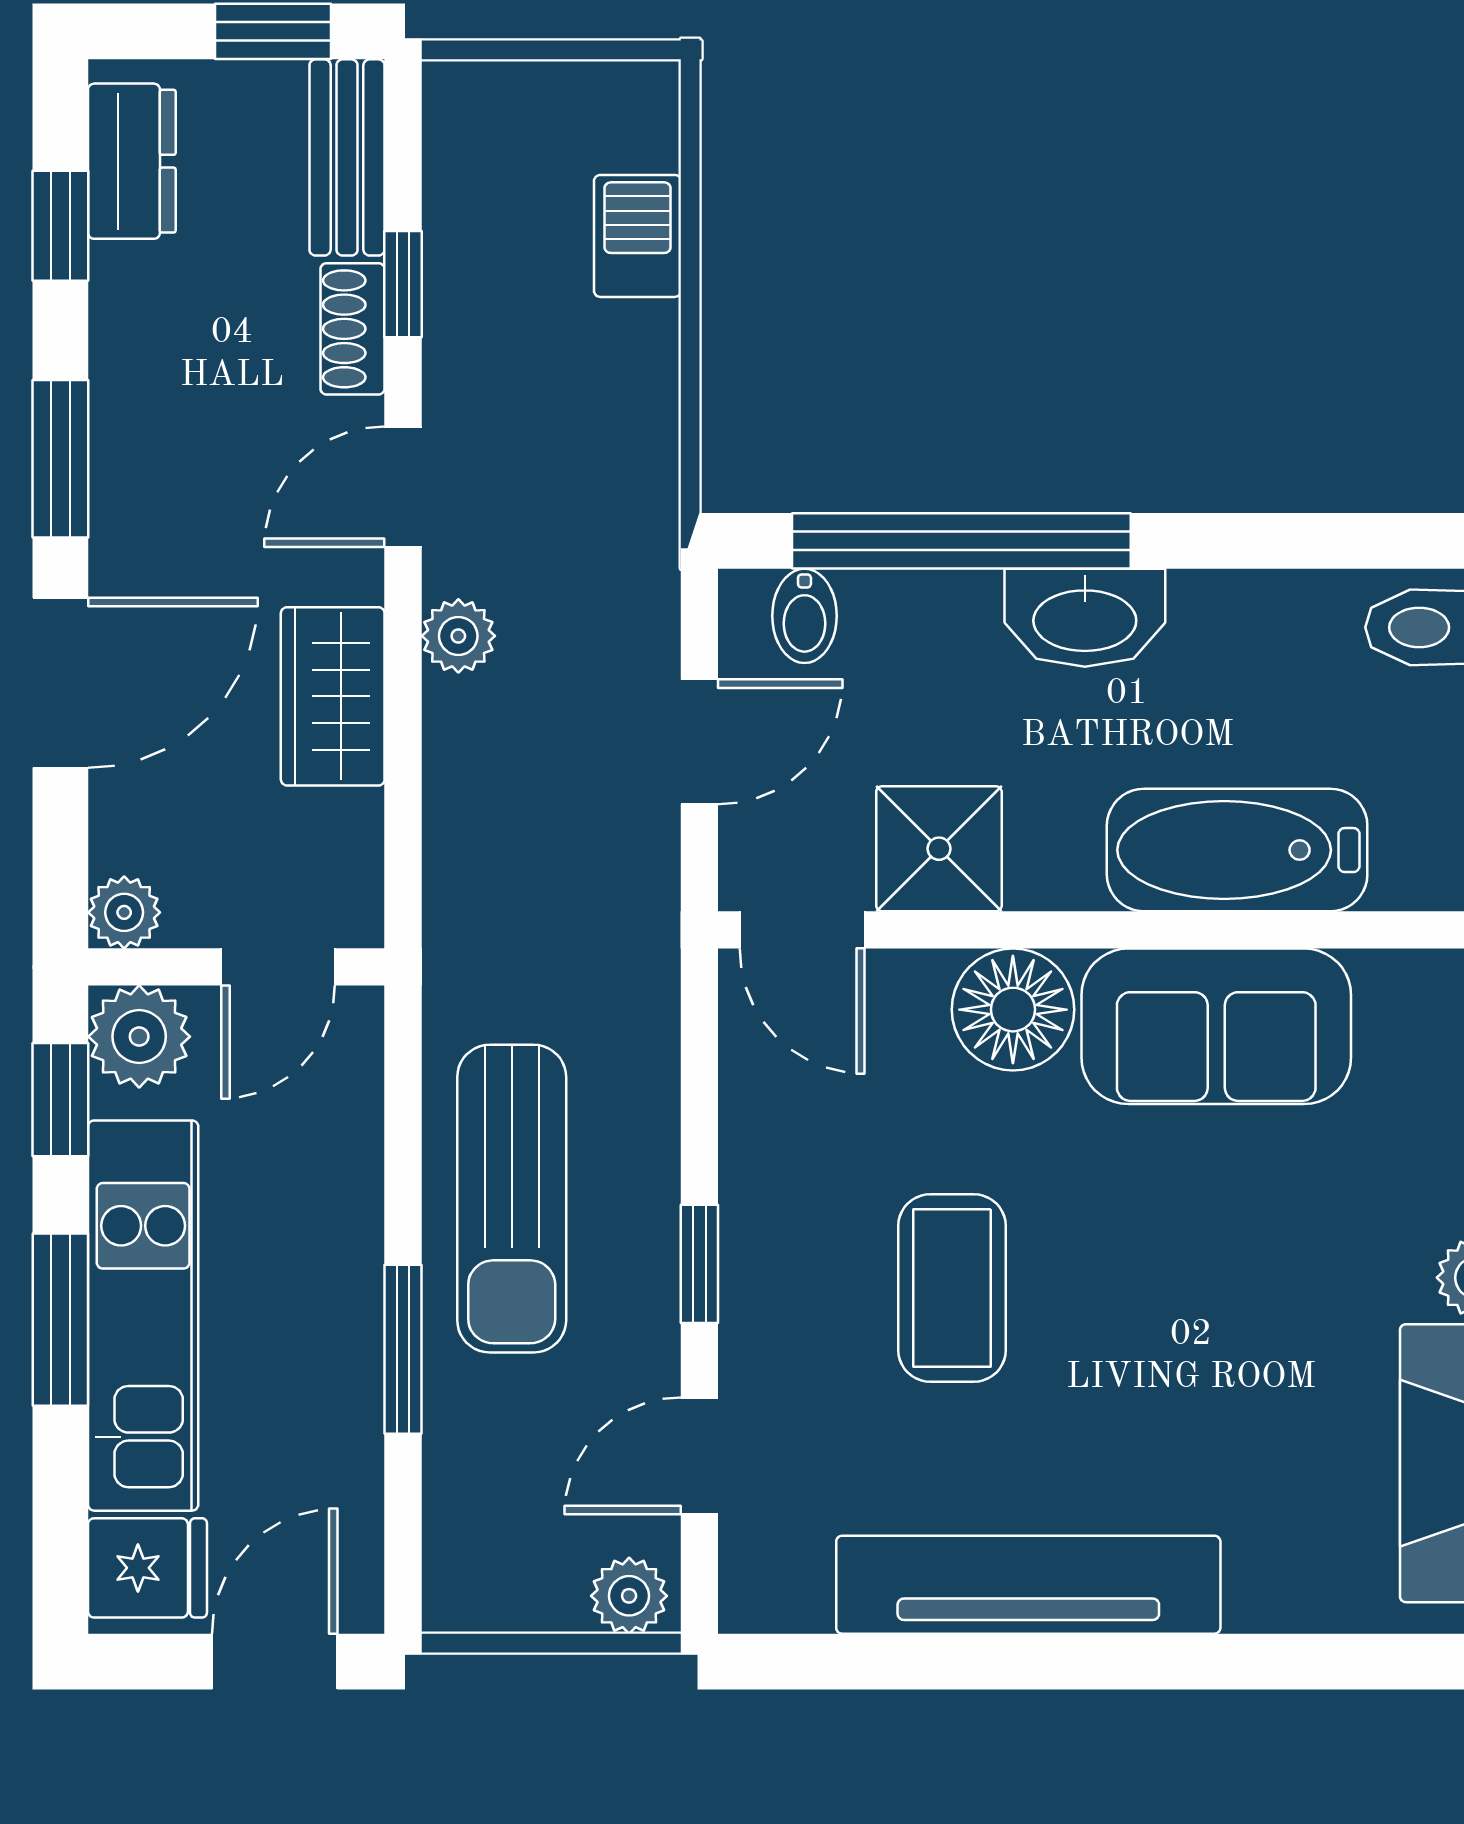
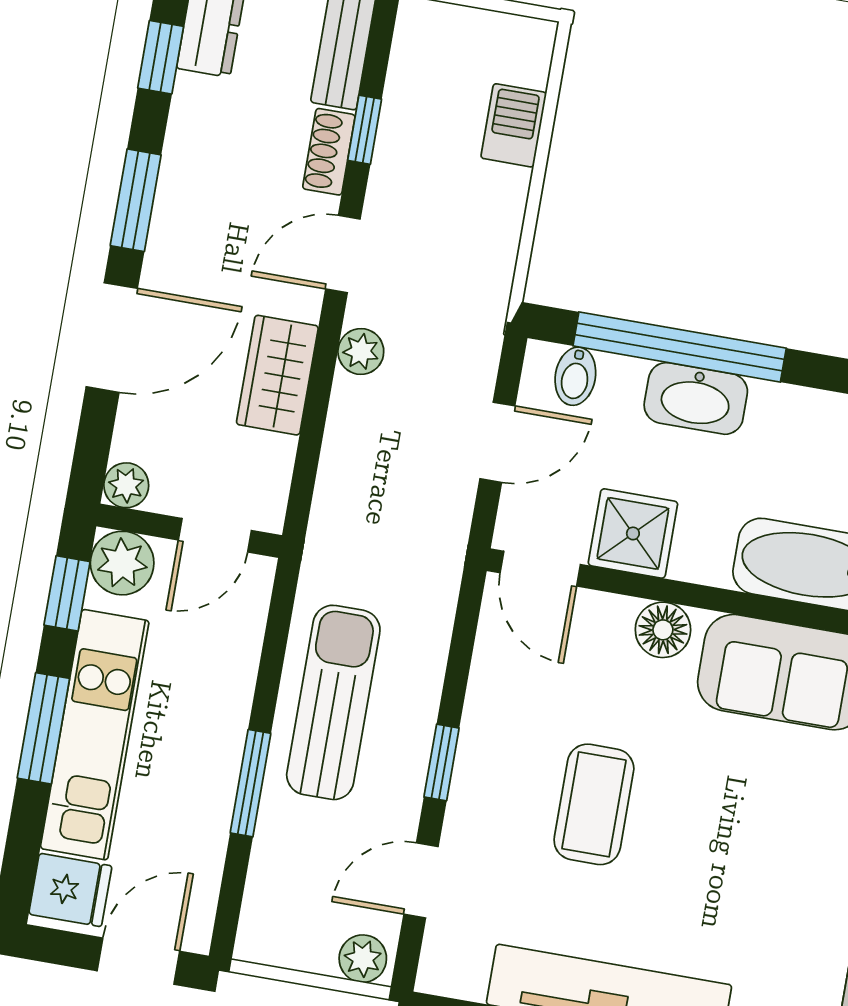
washbasin: (1085, 618) -> (696, 398), moved
floor lamp: (1013, 1010) -> (663, 630), width x0.73, depth x0.73
sun lounger: (512, 1199) -> (333, 702), turned 180

